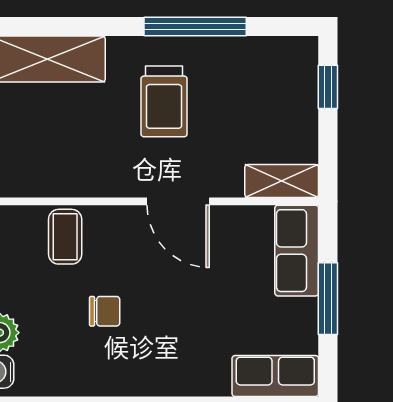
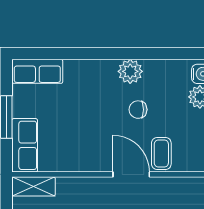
door: (178, 201) -> (131, 174), moved
plant: (118, 376) -> (130, 71), added

